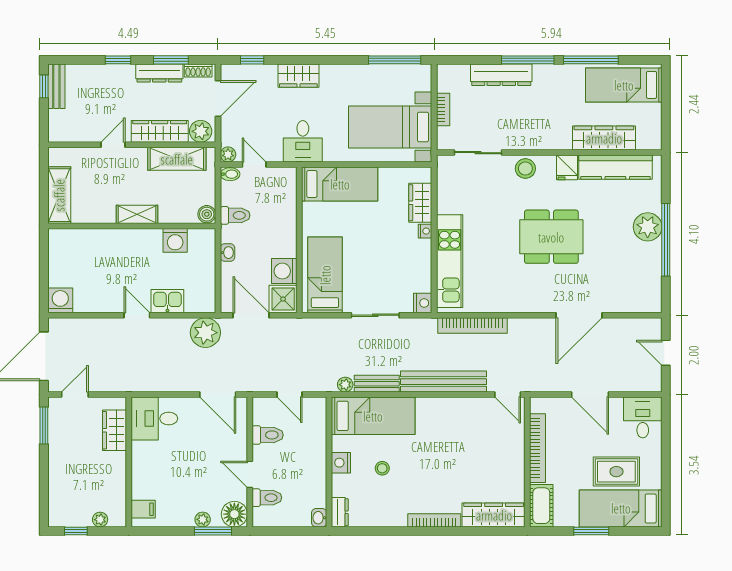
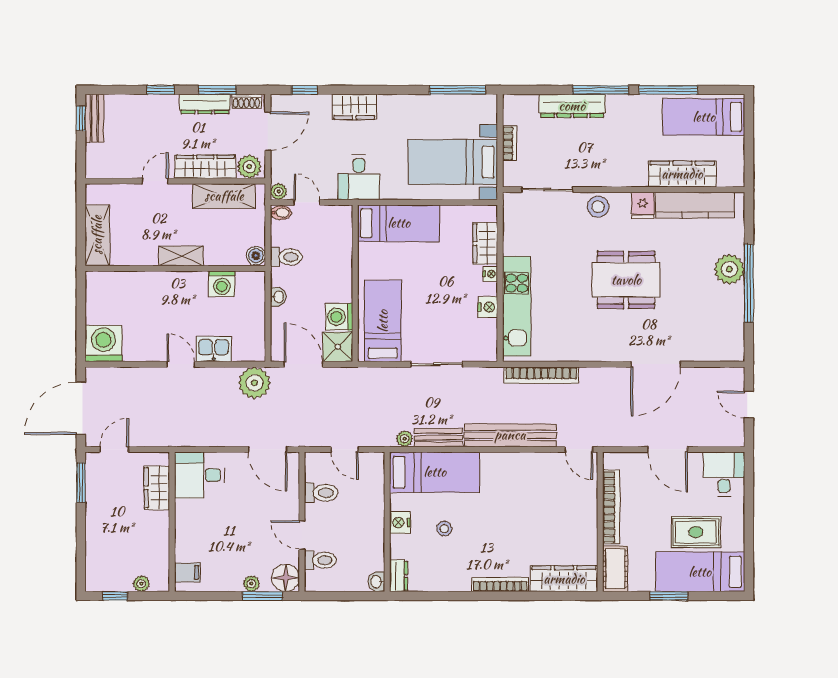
washing machine: (60, 300) -> (103, 343), width x1.37, depth x1.37
nightstand: (423, 303) -> (488, 307), moved

